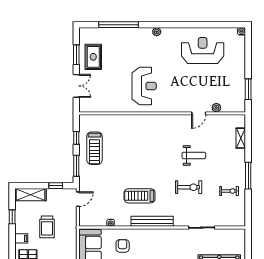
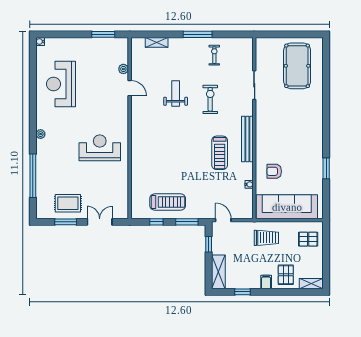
trolley: (47, 227) -> (266, 238), moved

